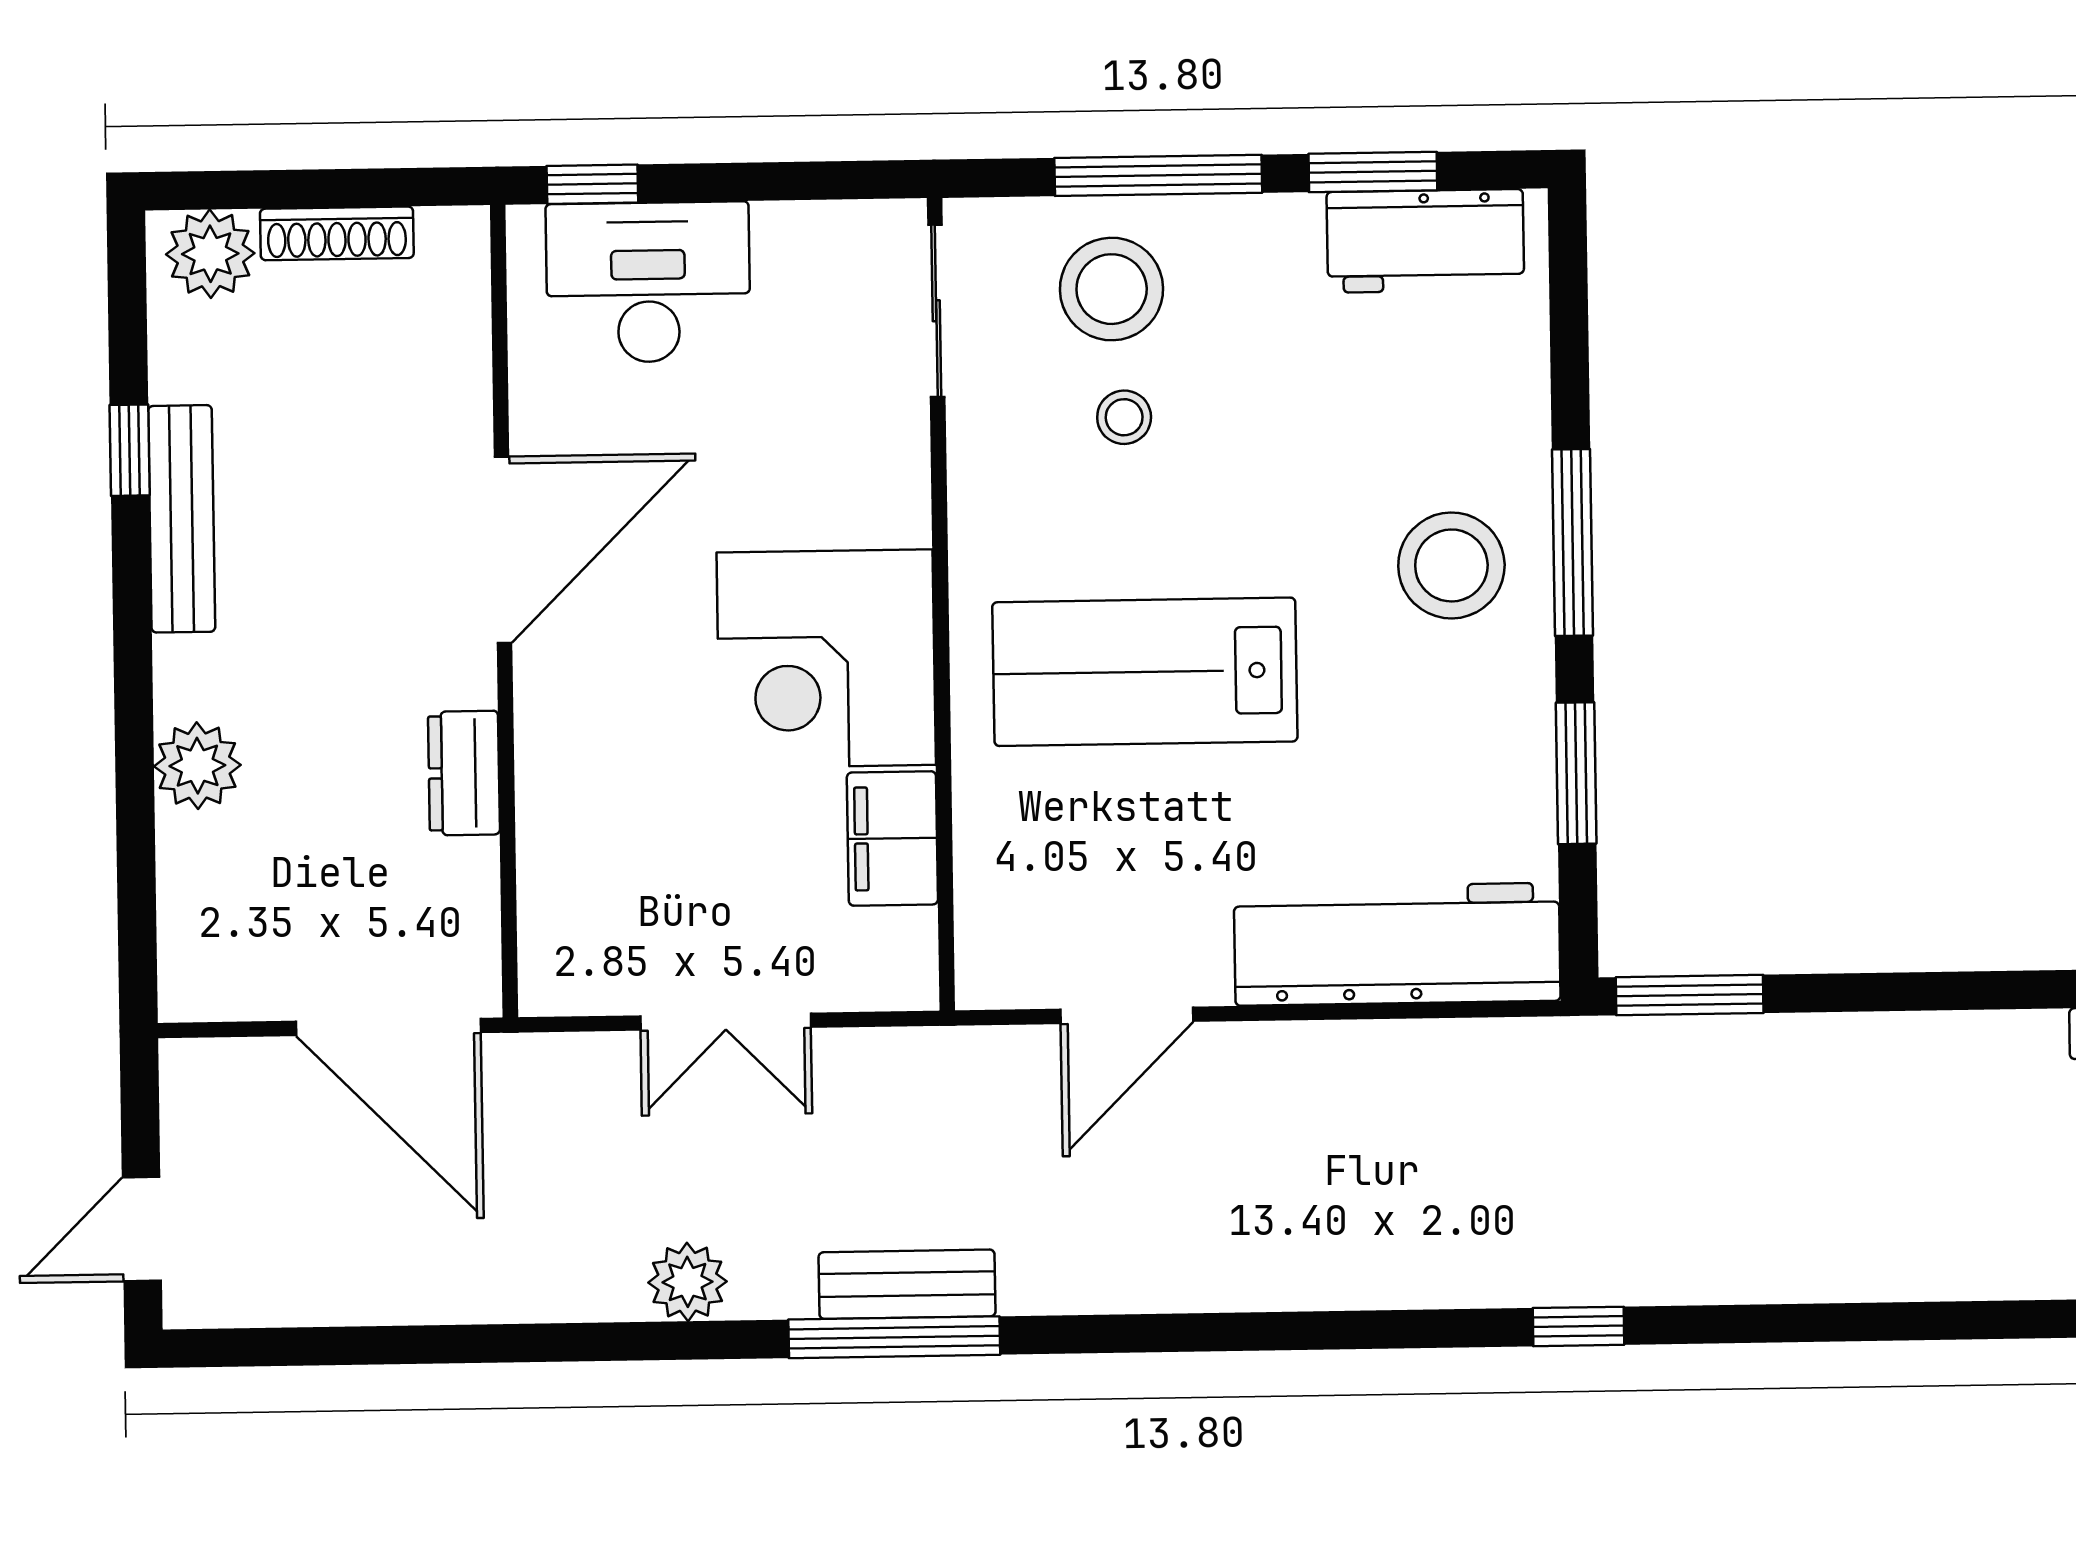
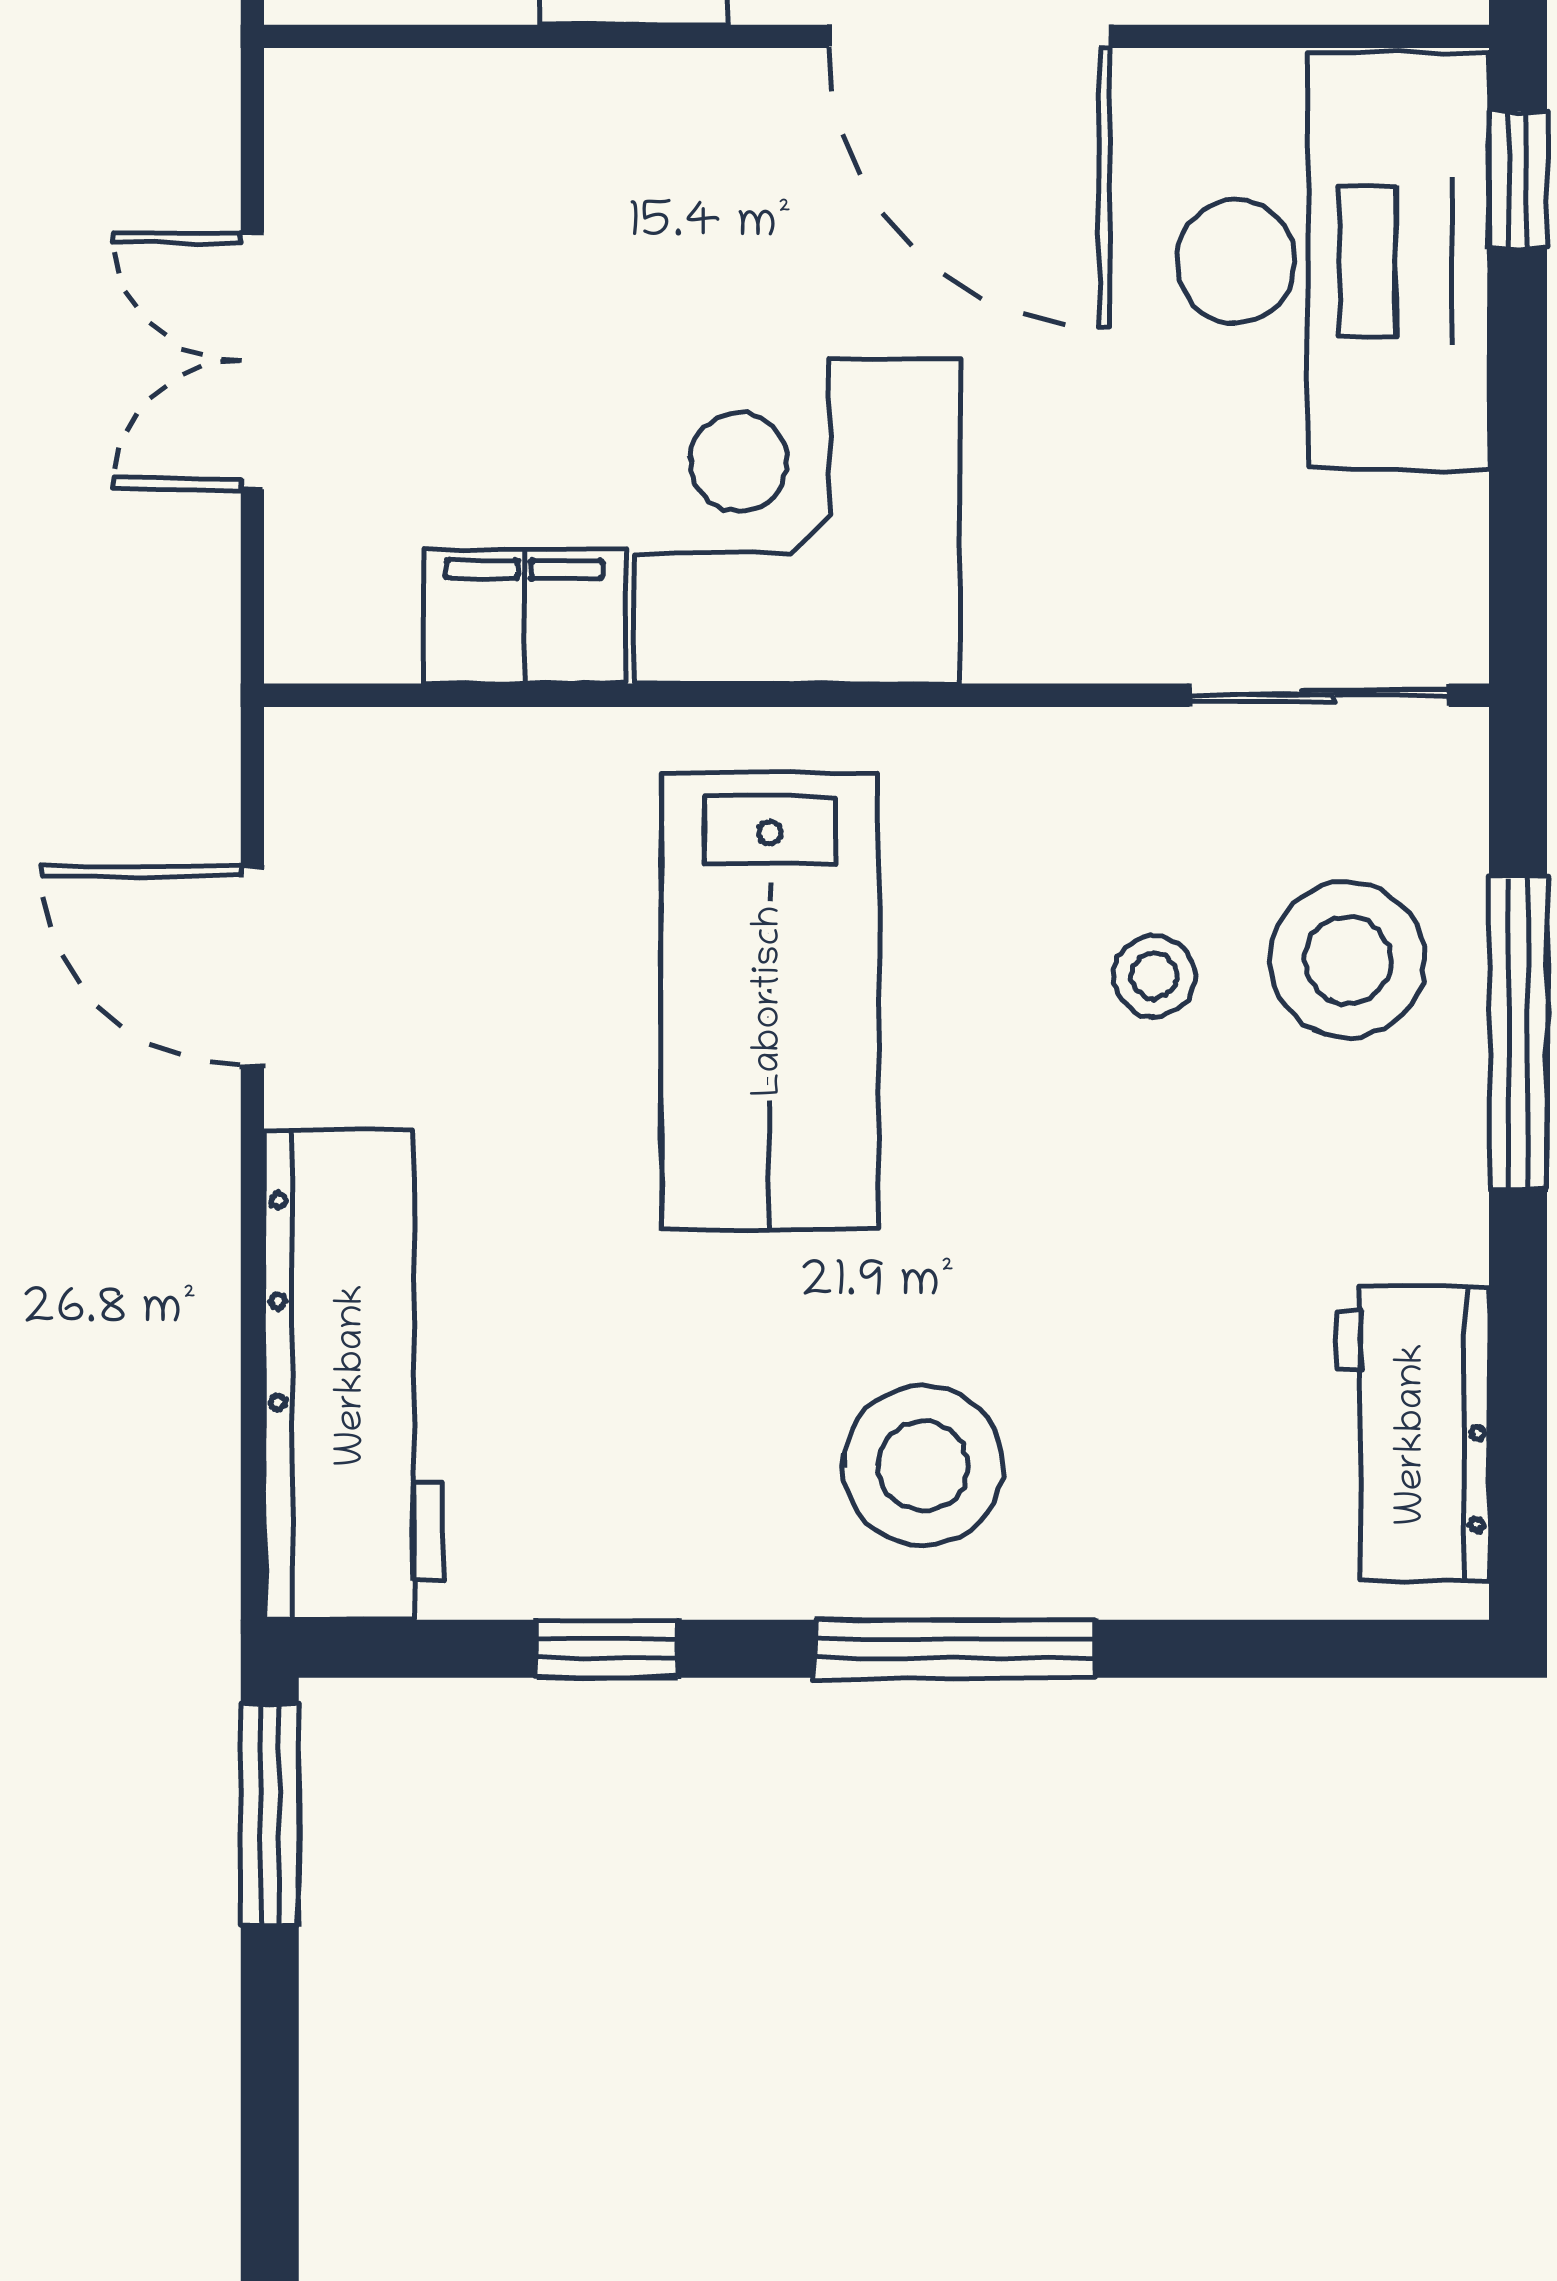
window: (1373, 172) -> (1518, 1357), removed
desk: (648, 282) -> (1333, 261), width x1.36, depth x1.30
lab bench: (1145, 672) -> (770, 1001), turned 180
window: (1576, 773) -> (607, 1649), width x0.67

